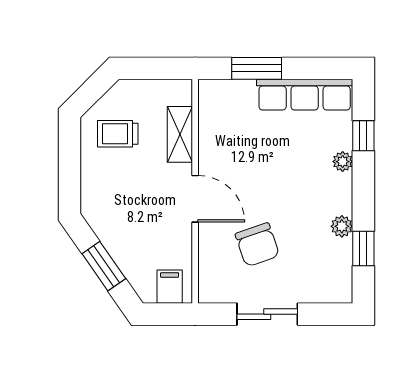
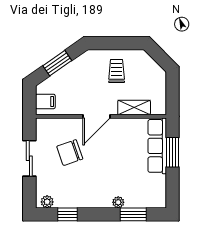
row of seats: (305, 95) -> (157, 146), moved
trolley: (118, 134) -> (117, 71), moved
window: (363, 136) -> (133, 214), width x1.50
plant: (342, 226) -> (47, 202), moved

